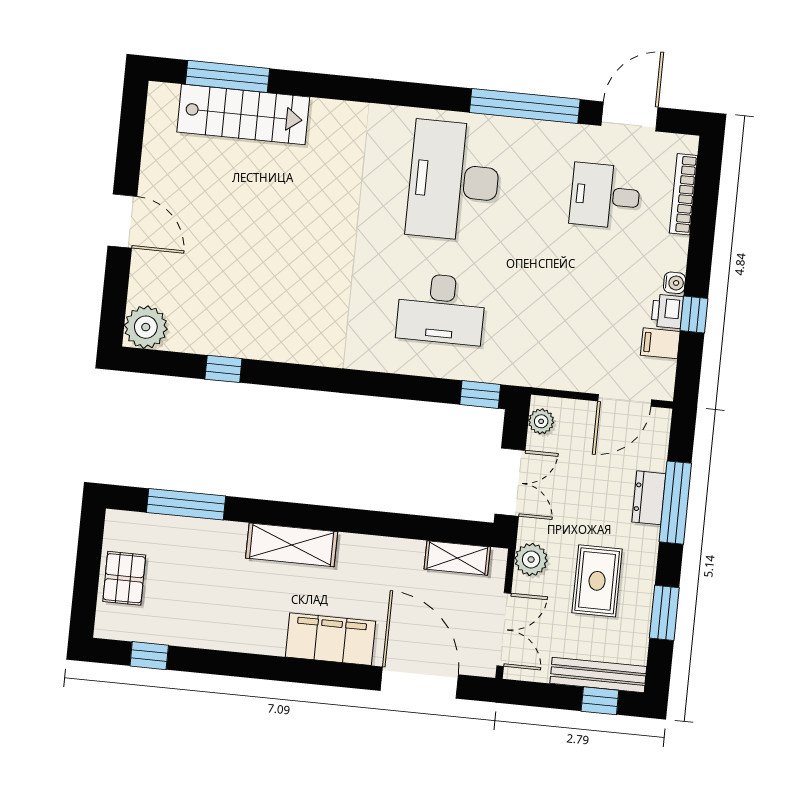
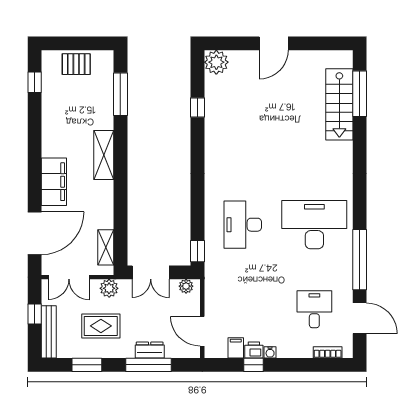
bookcase: (683, 194) -> (328, 352), width x0.64
window: (600, 701) -> (35, 314), moved

